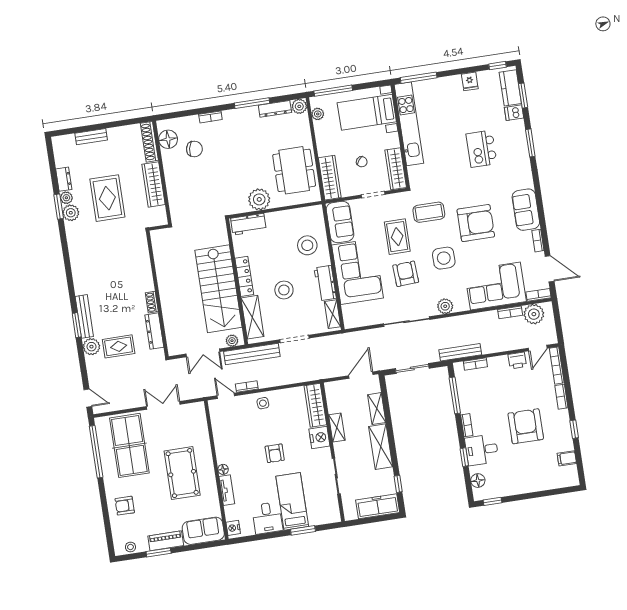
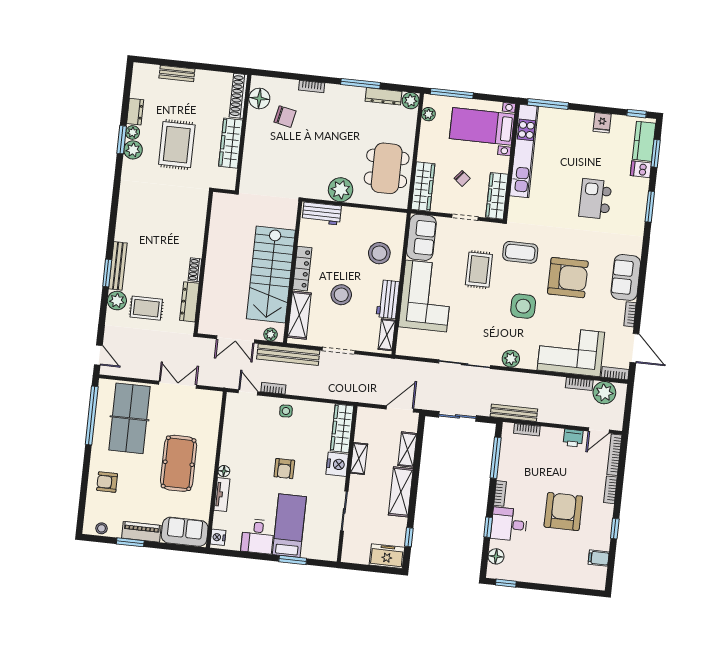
armchair: (406, 274) -> (477, 312), removed
freezer: (378, 506) -> (387, 556), width x0.71

